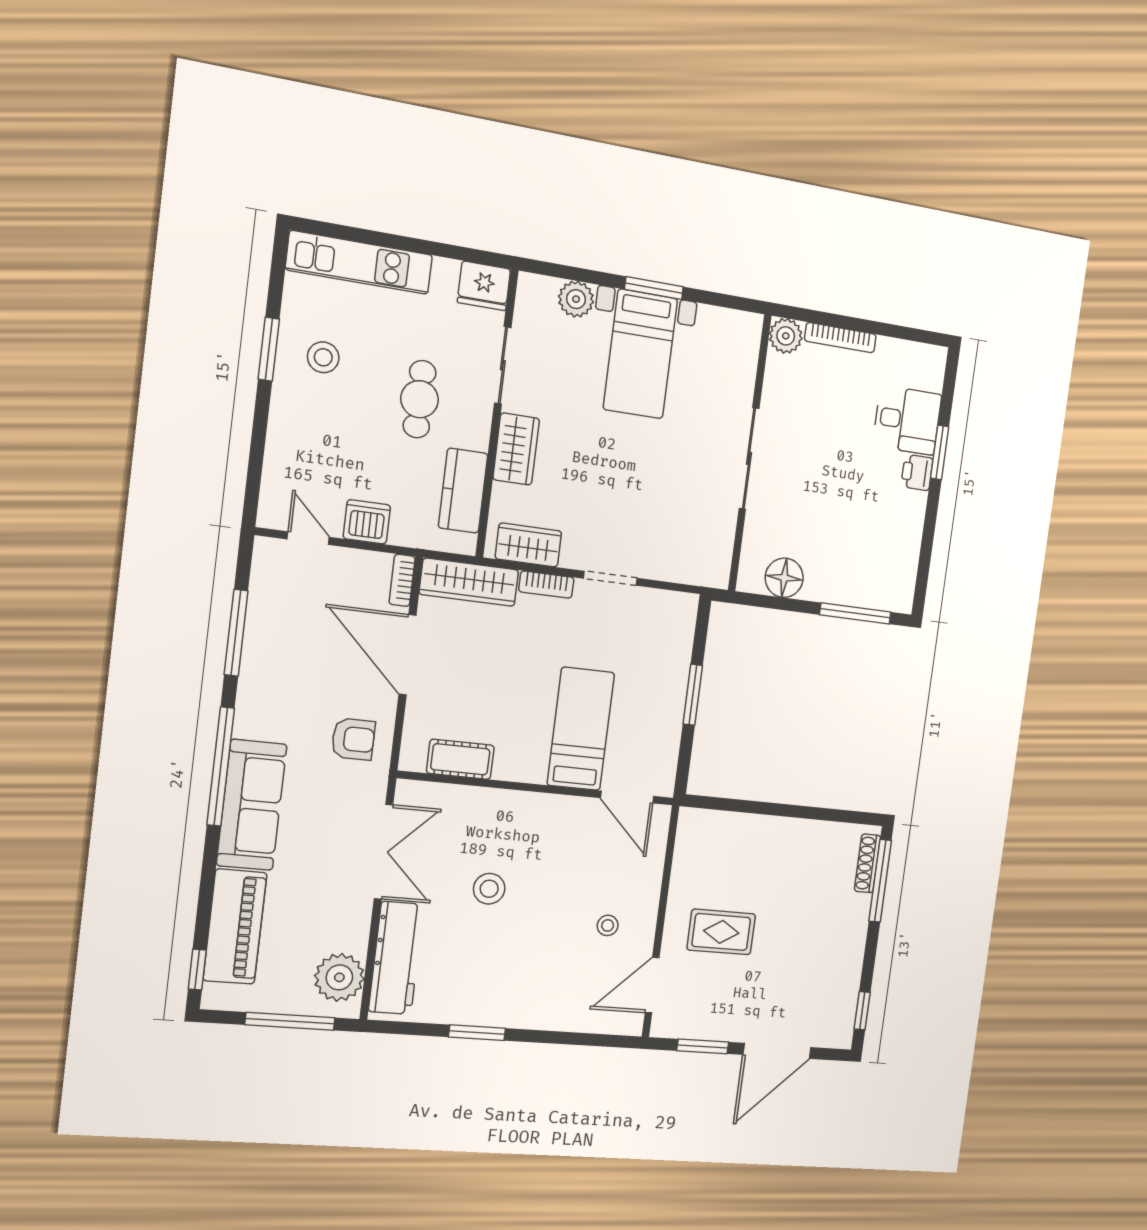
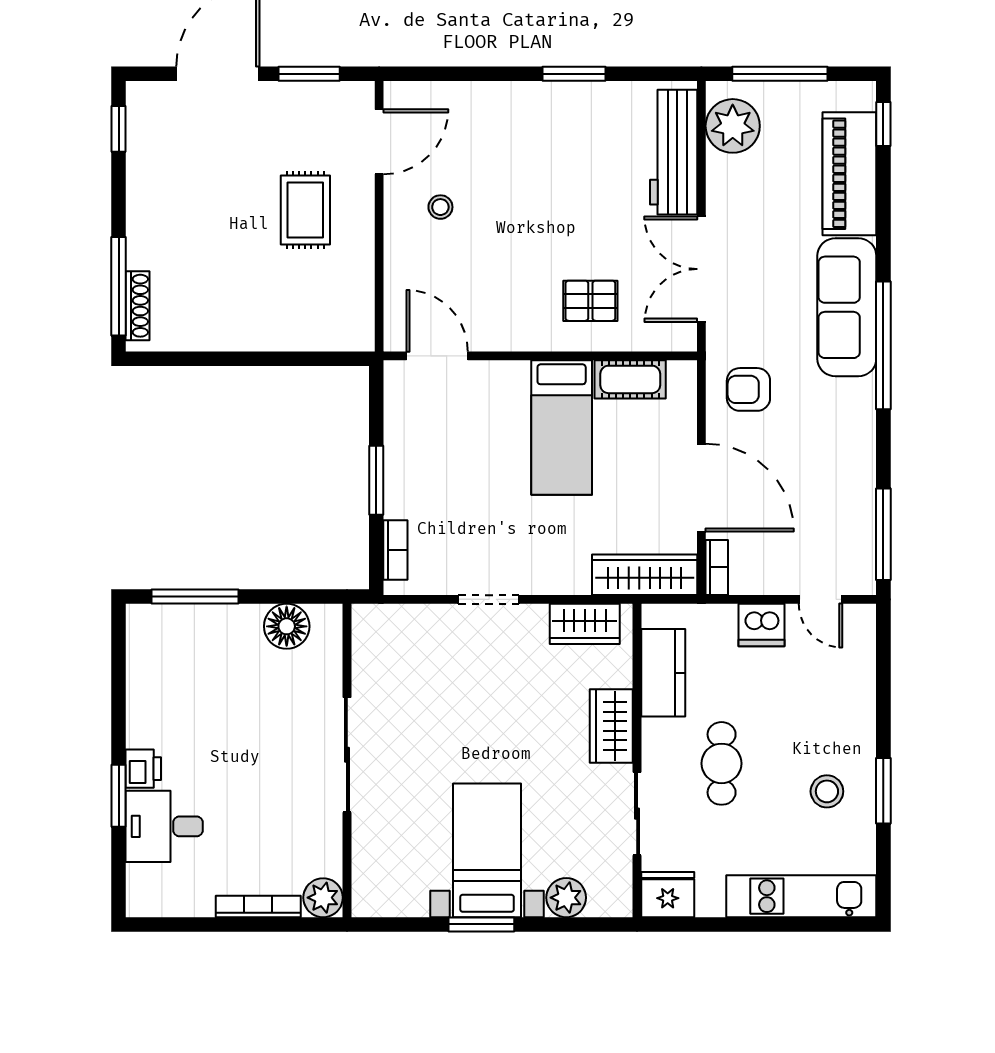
bookcase: (546, 585) -> (395, 550), moved, turned 90
window: (236, 633) -> (883, 534), moved
bed: (581, 729) -> (562, 427), moved
pallet: (487, 833) -> (590, 301), added
stool: (489, 889) -> (581, 238), removed
rug: (721, 932) -> (305, 210), turned 90

